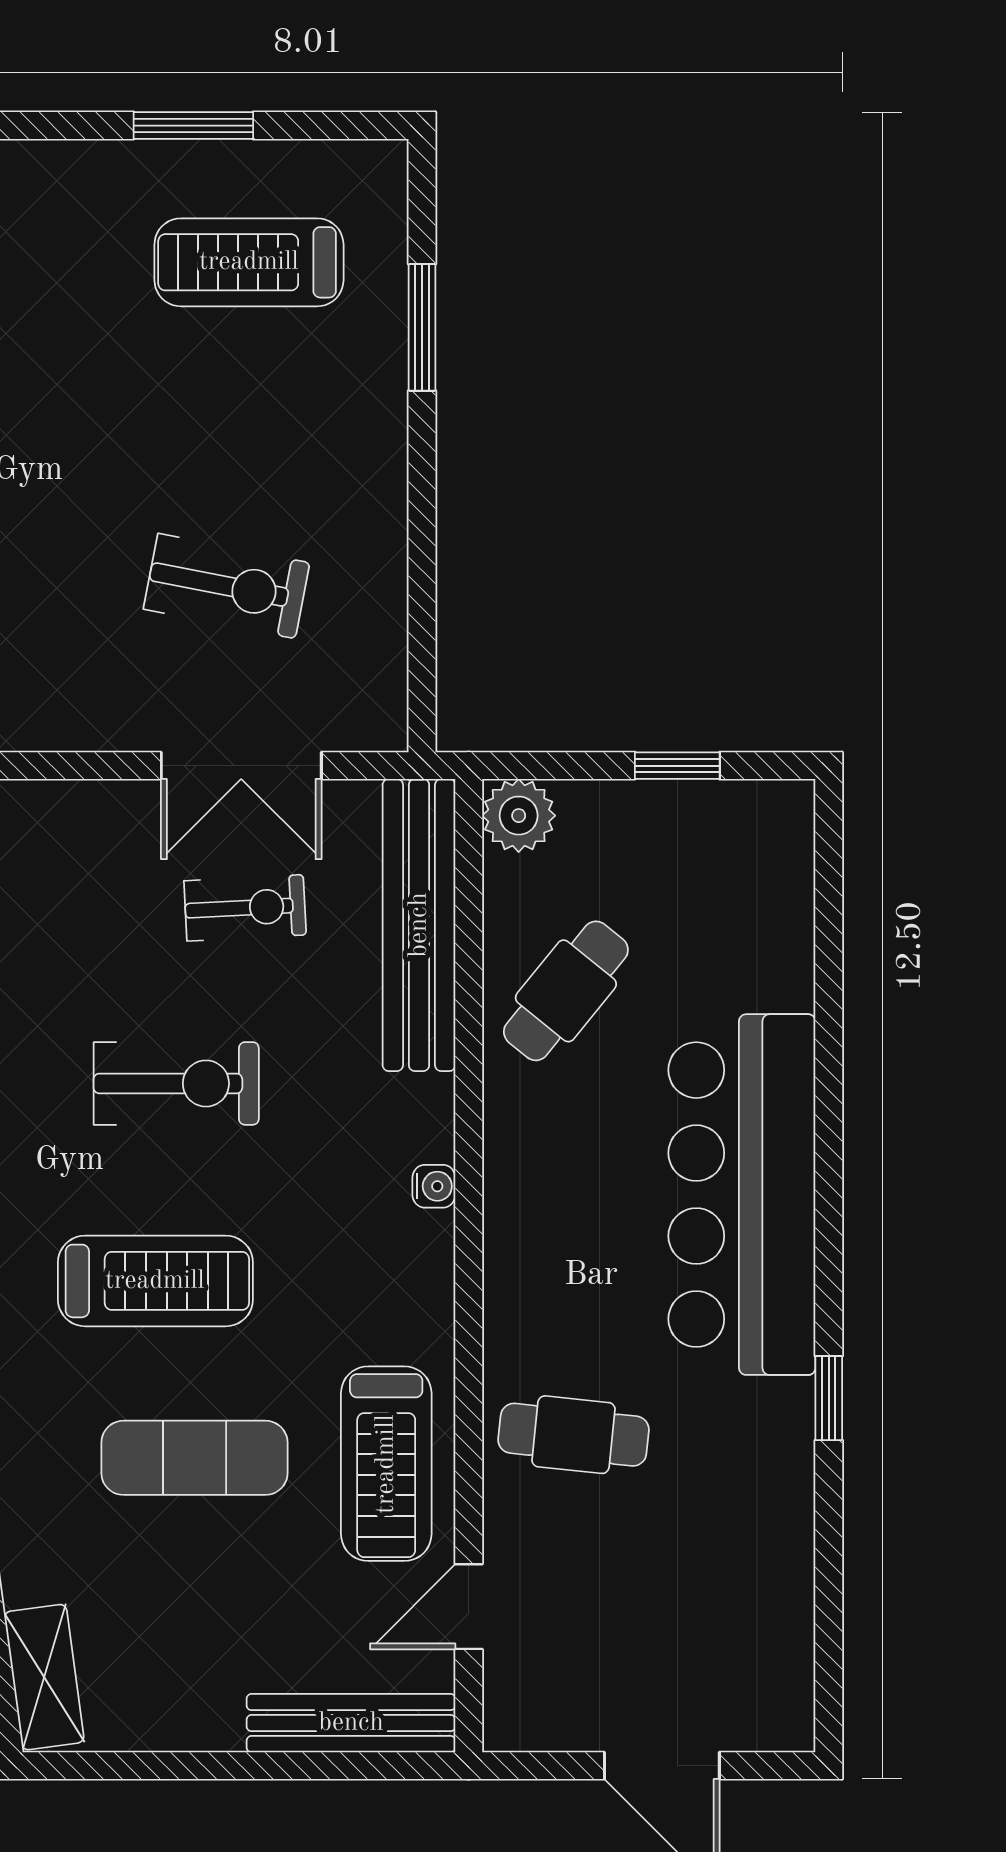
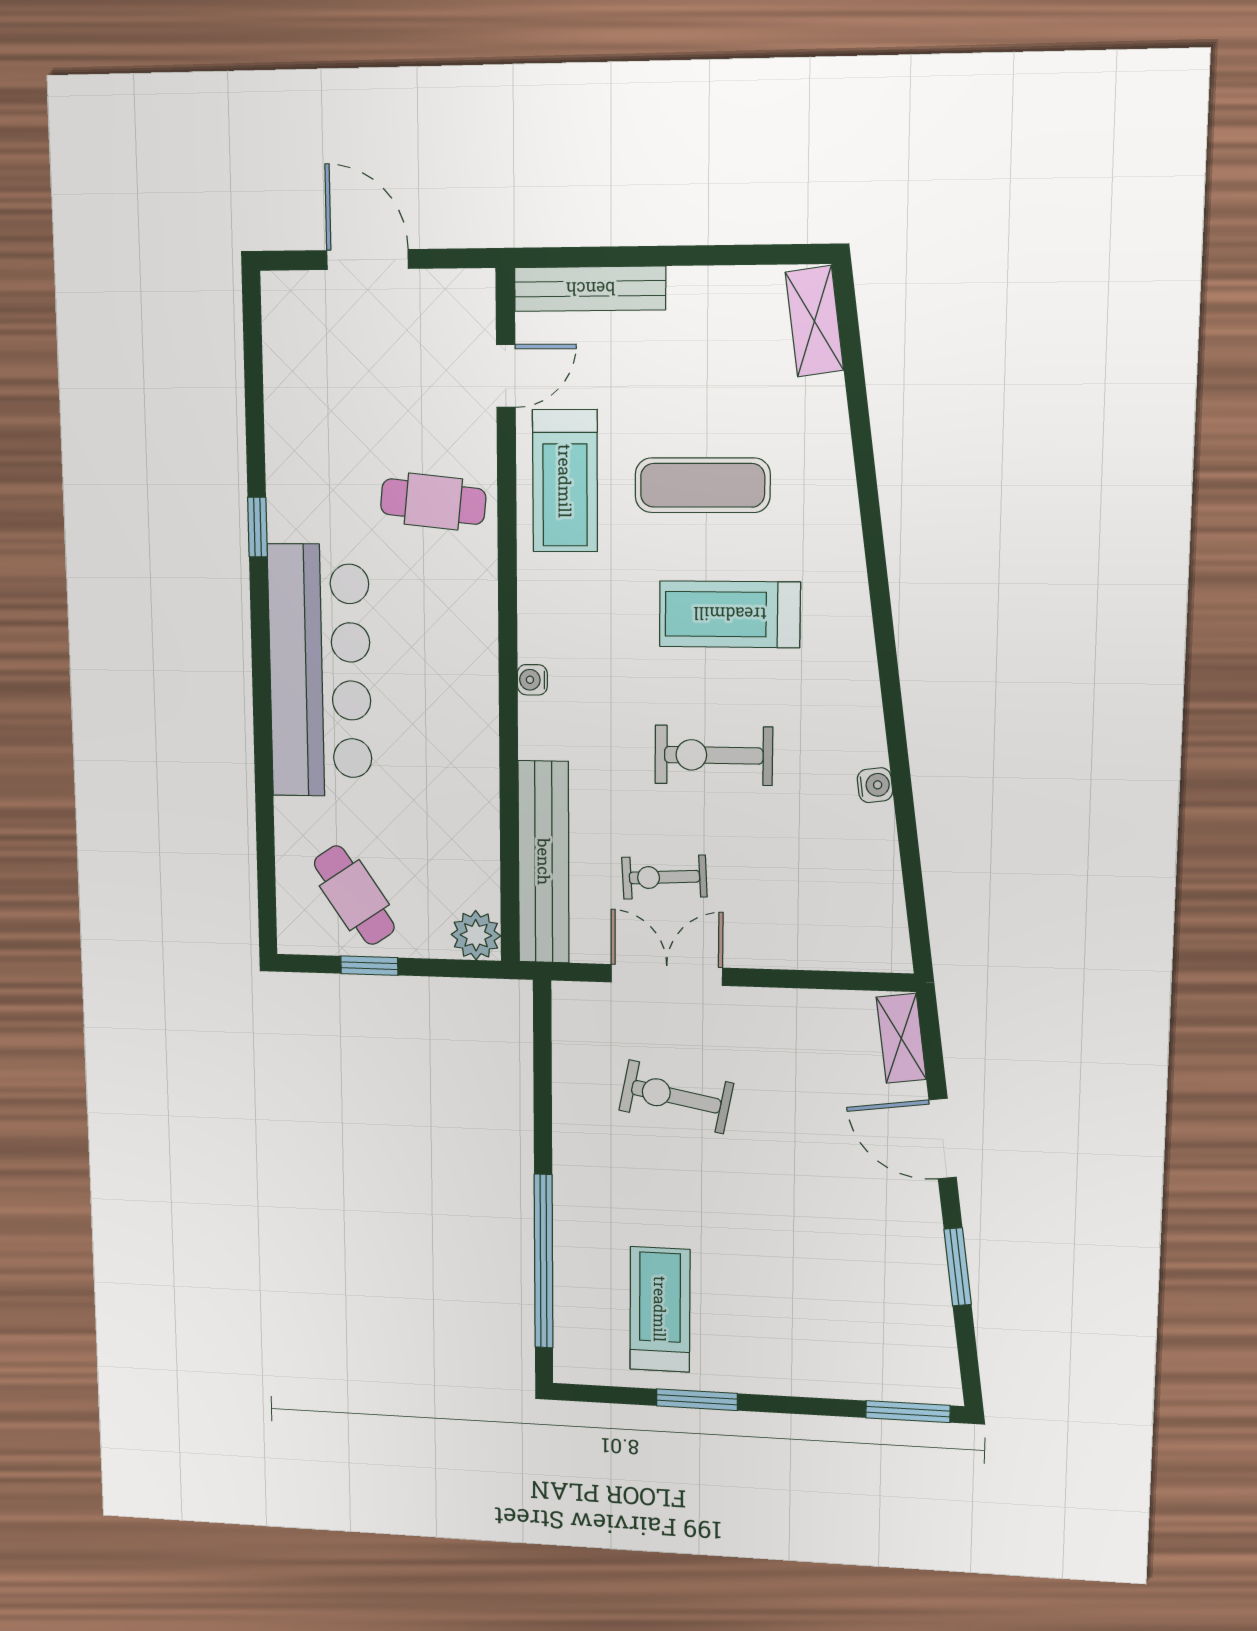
treadmill: (249, 262) -> (660, 1309), turned -90
window: (422, 327) -> (543, 1261), width x2.11
cafe table: (566, 991) -> (354, 895), moved, turned -73
treadmill: (386, 1464) -> (565, 481), turned 180

